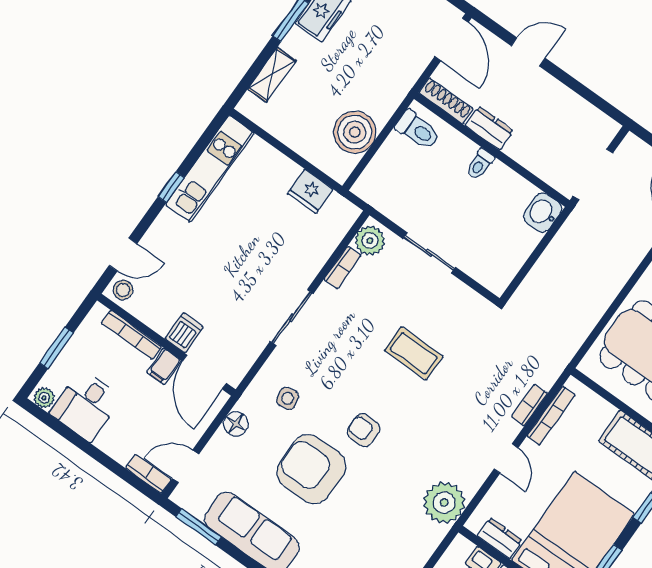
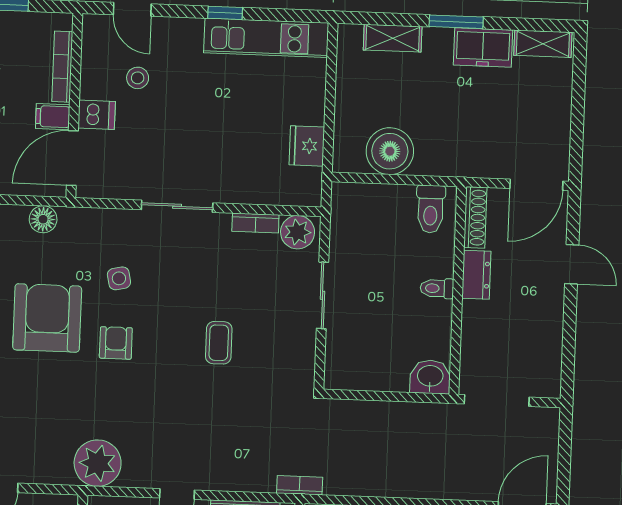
stool: (123, 290) -> (138, 78), moved
coffee table: (414, 353) -> (219, 343), width x0.73, depth x0.77
side table: (288, 398) -> (119, 278), moved
bookcase: (529, 405) -> (300, 485), moved

